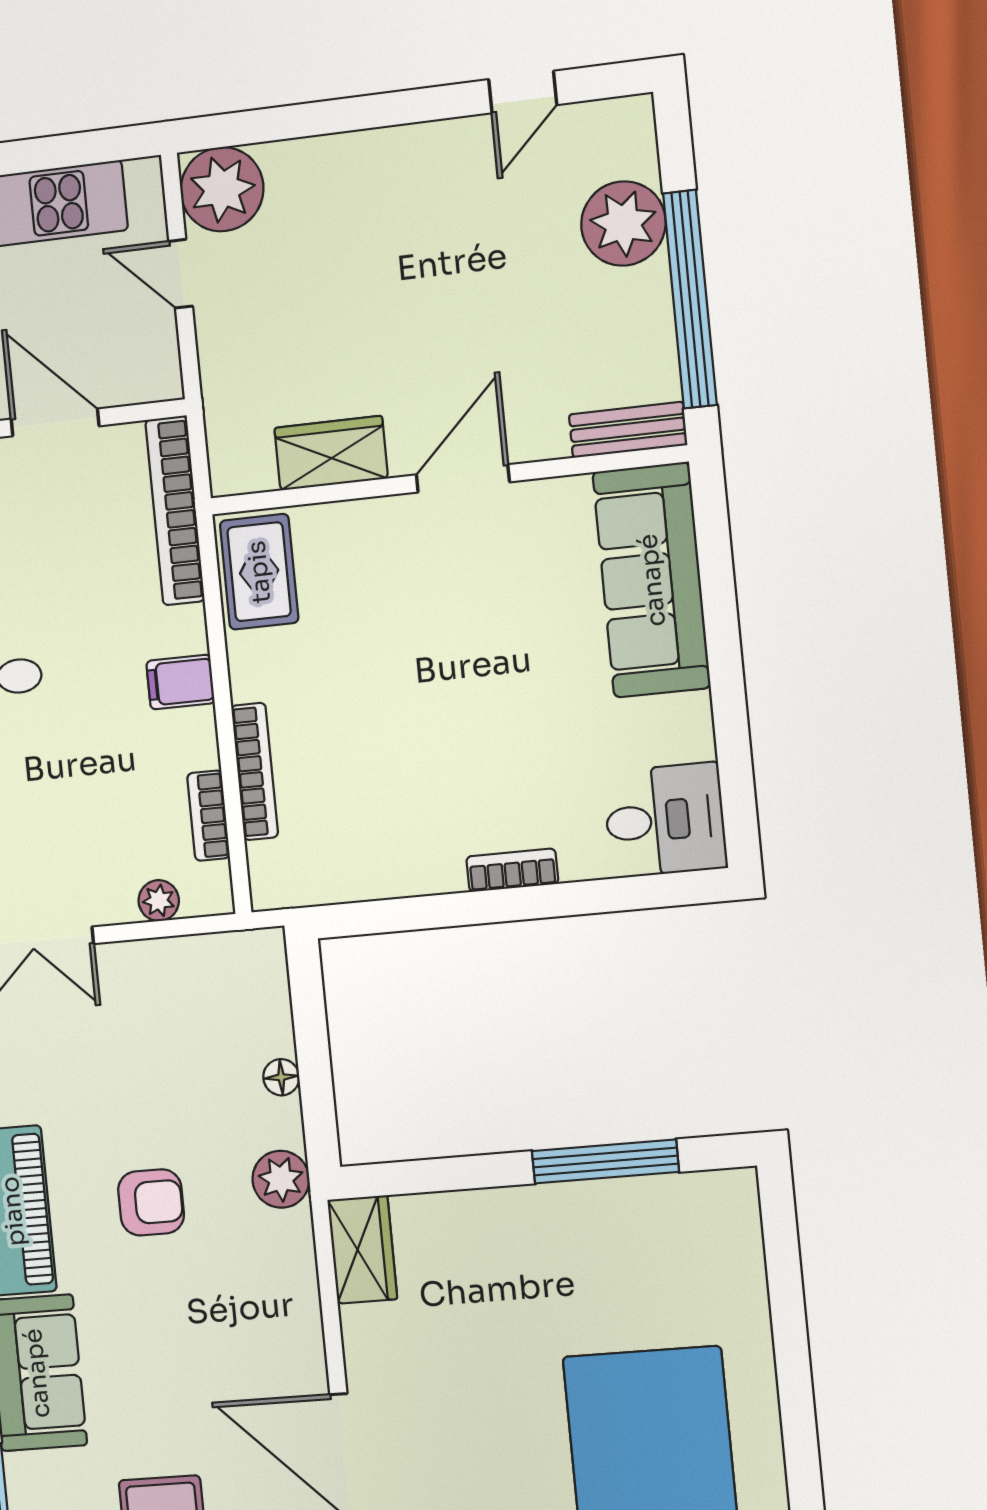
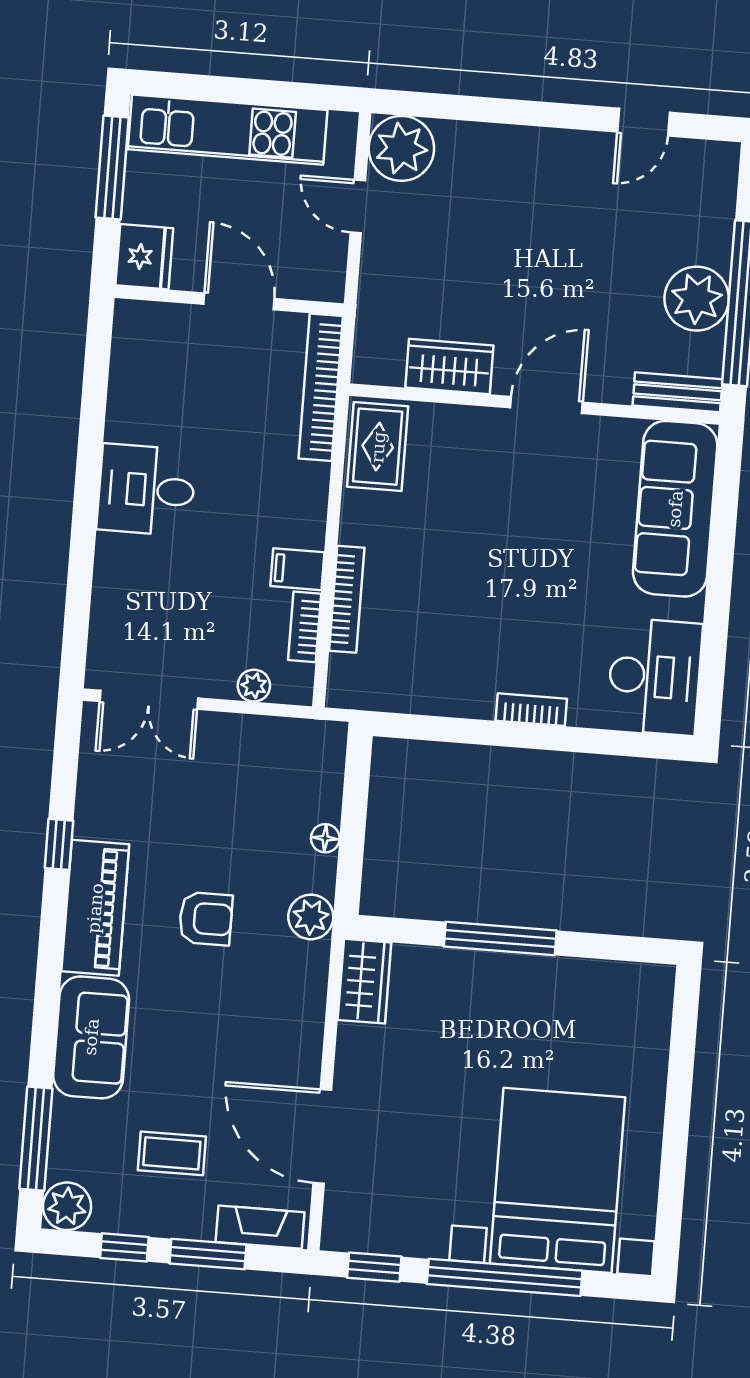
plant: (623, 223) -> (697, 299), moved
filing cabinet: (180, 682) -> (297, 569), moved
desk: (665, 820) -> (655, 677), width x1.37
window: (605, 1161) -> (500, 938), moved

